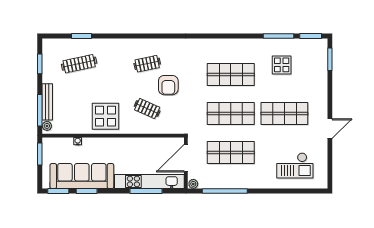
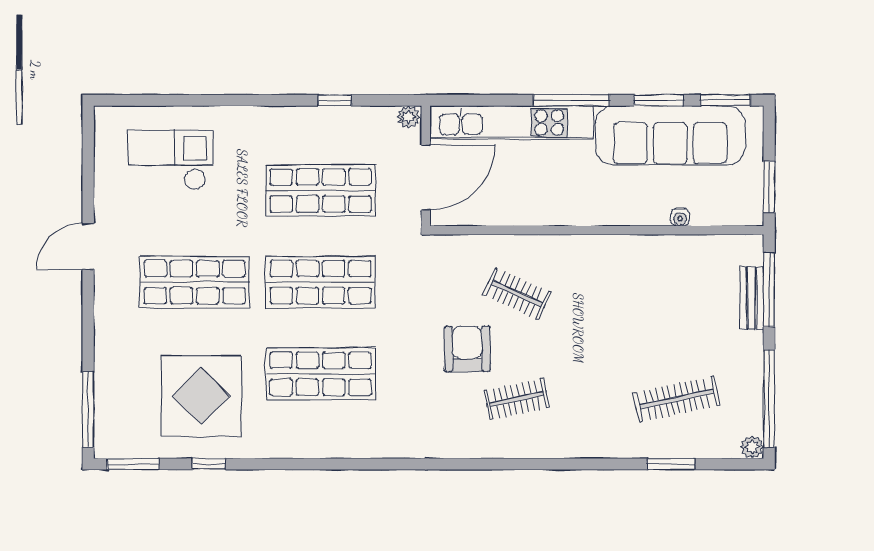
window: (278, 36) -> (209, 464), width x0.46
window: (330, 59) -> (88, 409), width x1.44
window: (40, 64) -> (769, 399), width x2.11
display table: (282, 65) -> (201, 396), width x1.86, depth x1.86
bench: (47, 102) -> (752, 298), width x0.73
display table: (105, 116) -> (615, 276), removed
plant: (47, 126) -> (752, 447), moved
window: (146, 191) -> (571, 100), moved
window: (225, 191) -> (335, 100), width x0.32

